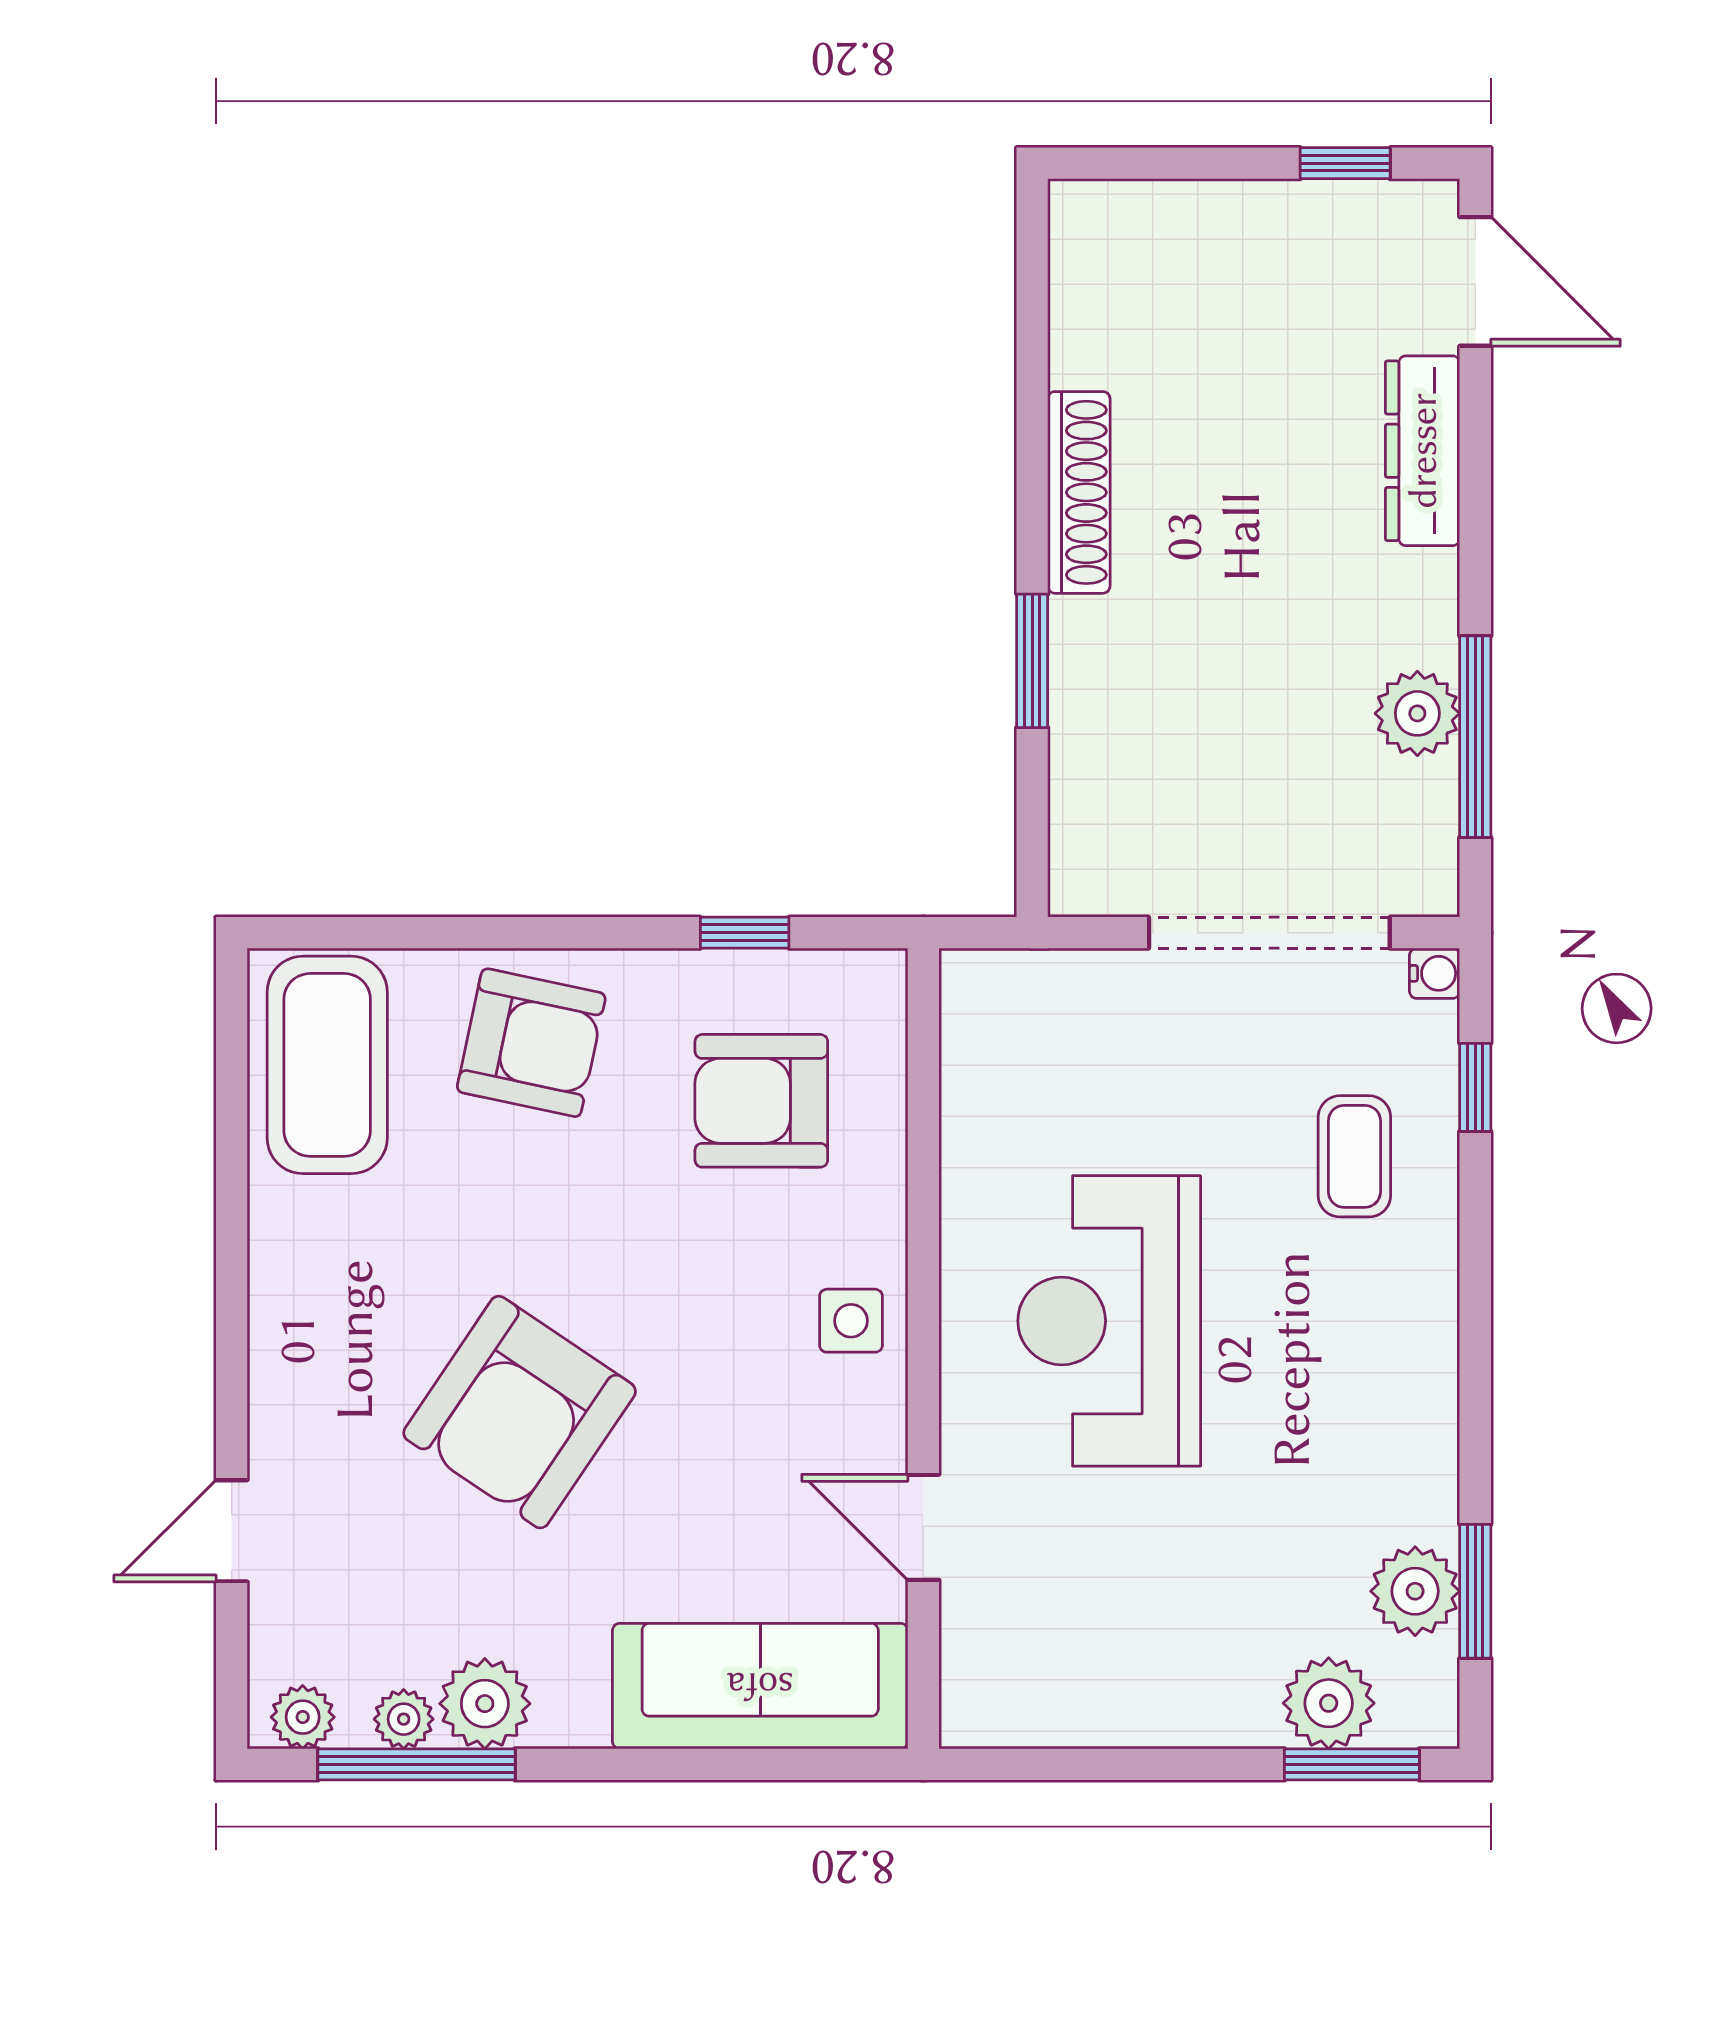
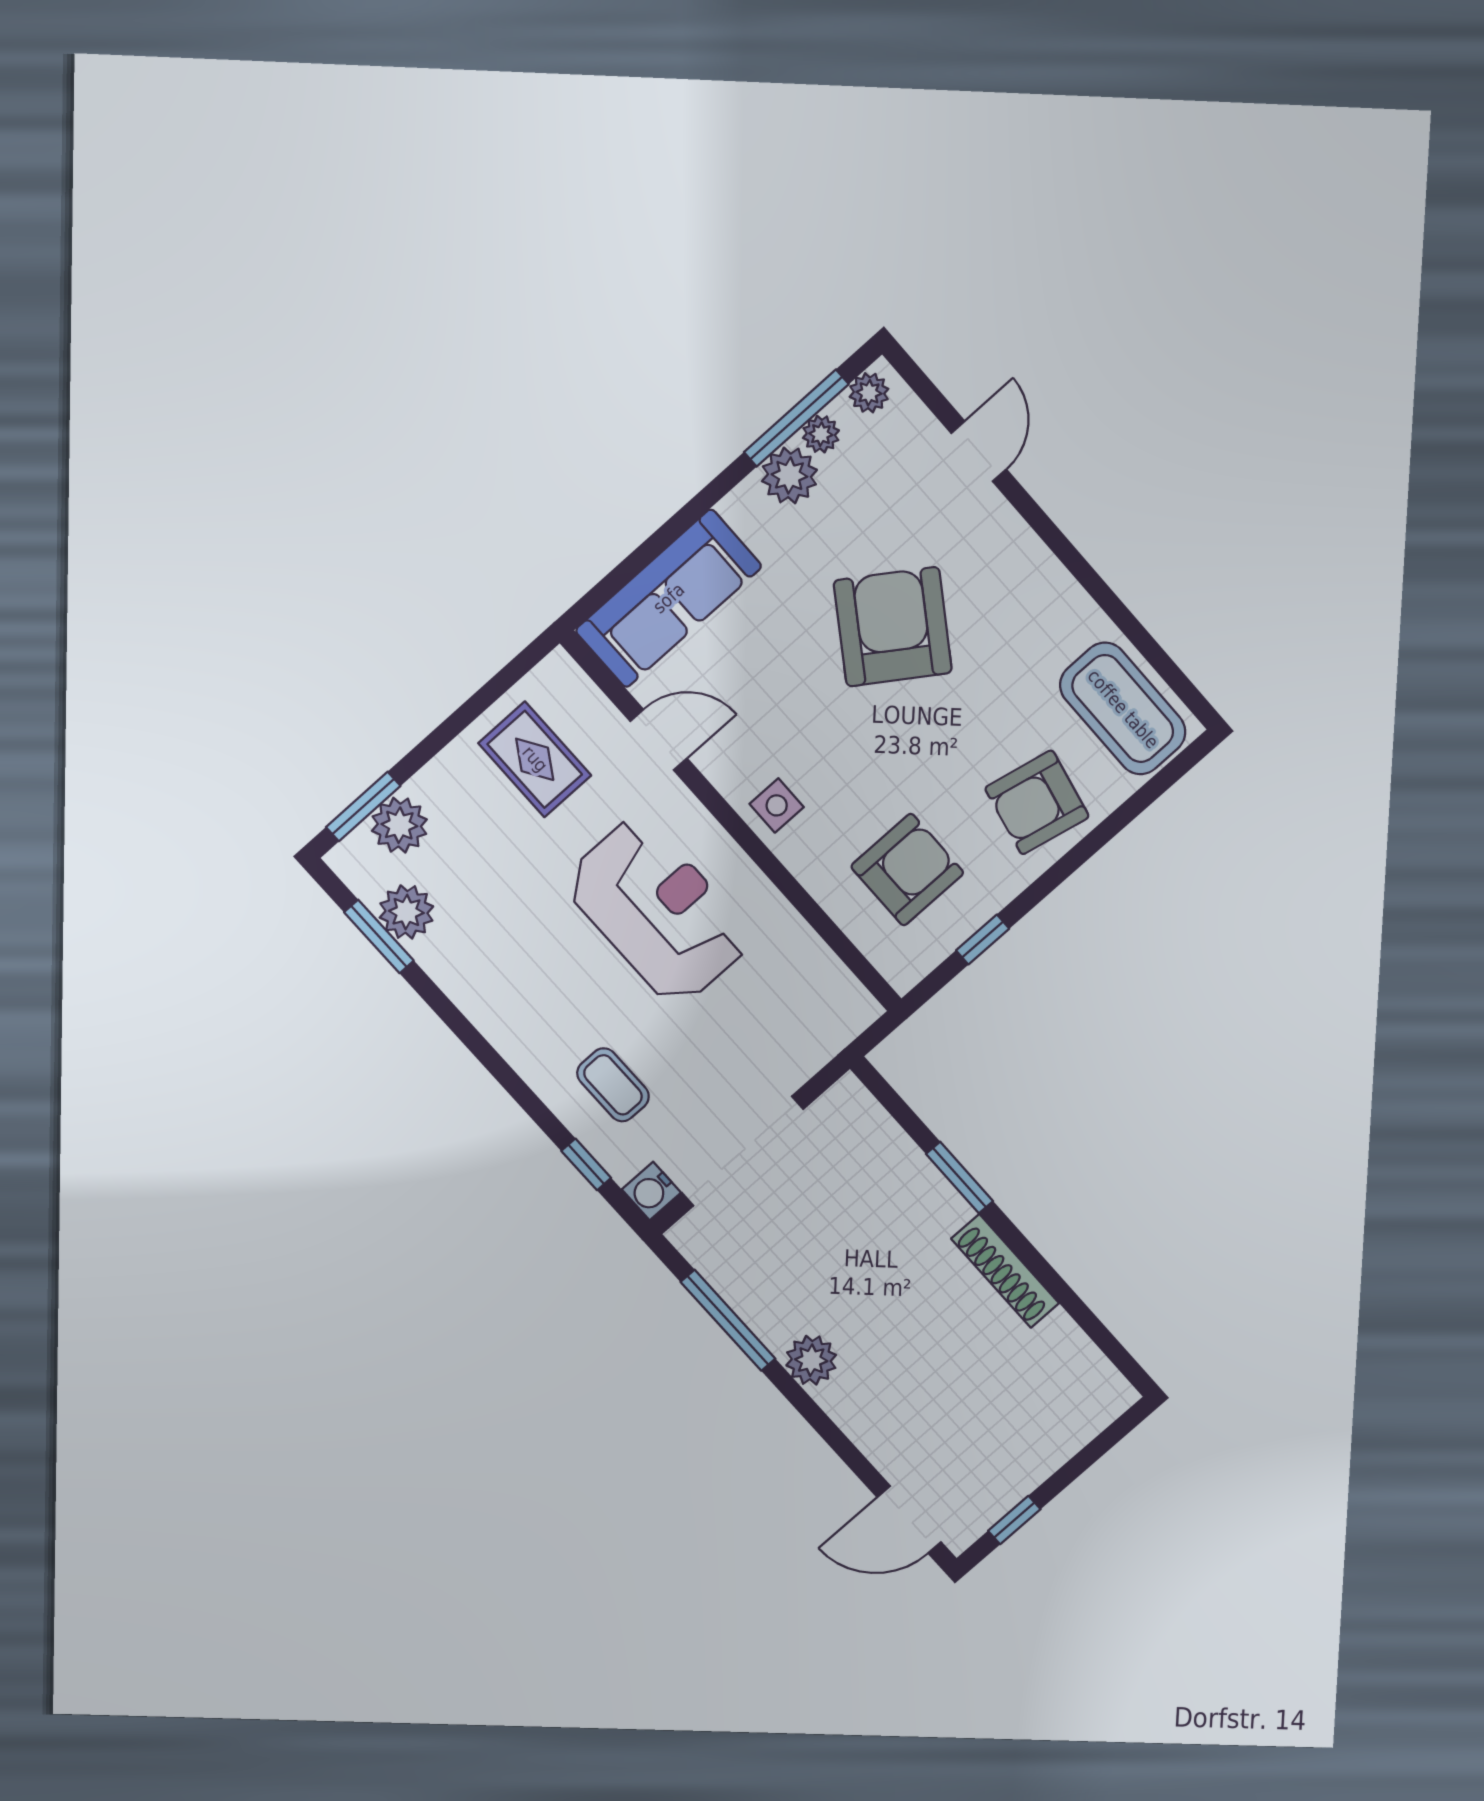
dresser: (1423, 451) -> (866, 1425), removed
plant: (1417, 713) -> (811, 1360), moved
water cooler: (1435, 973) -> (651, 1191), width x1.38, depth x1.38
rug: (1094, 1637) -> (535, 759), added

